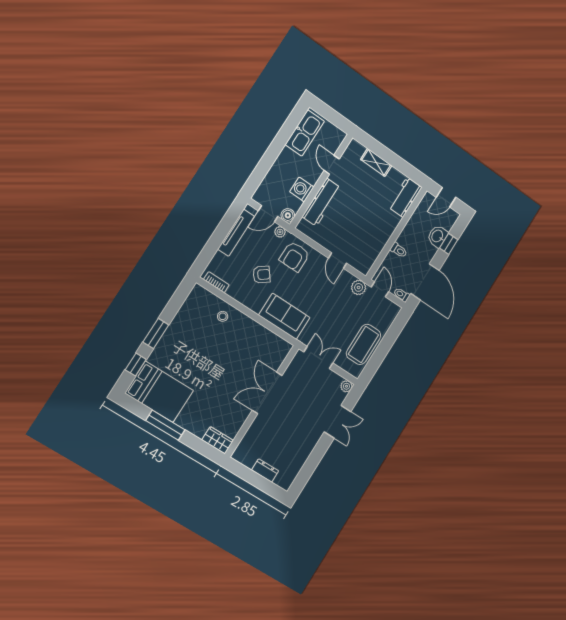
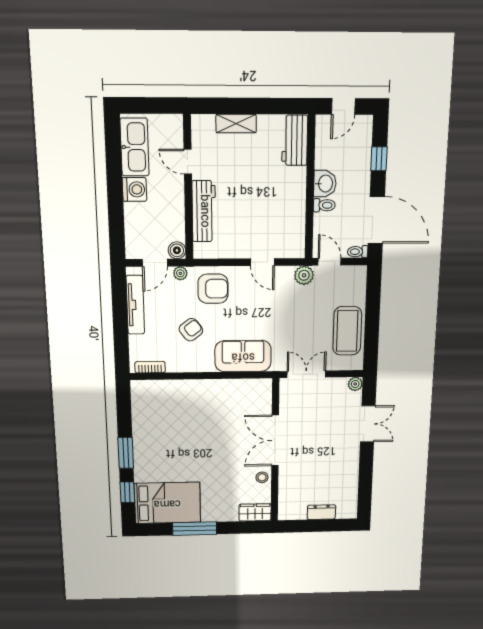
washing machine: (302, 189) -> (134, 189), moved, turned 180
washbasin: (438, 236) -> (325, 184), moved, turned 180
armchair: (294, 257) -> (213, 289), turned -90
stool: (223, 316) -> (262, 477), moved

